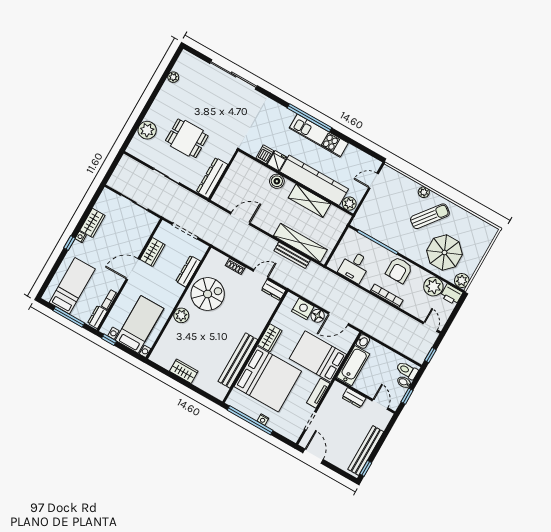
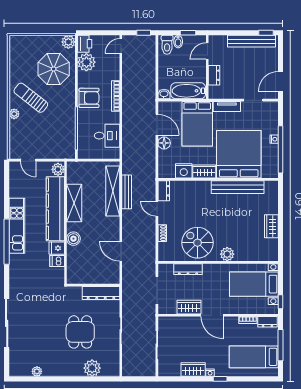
nightstand: (303, 309) -> (184, 171), moved, turned -90

